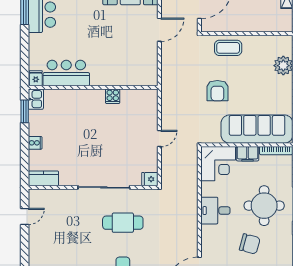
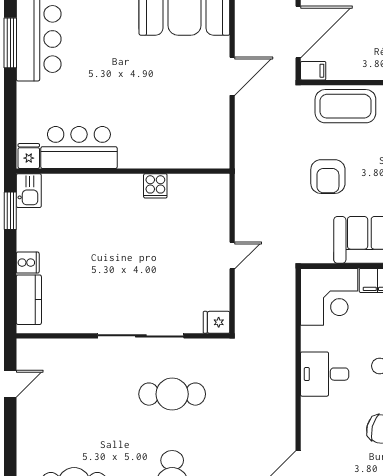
filing cabinet: (208, 26) -> (313, 71), added
coffee table: (228, 48) -> (345, 106), width x1.36, depth x1.32
kitchen counter: (43, 178) -> (29, 300), moved, turned 90

